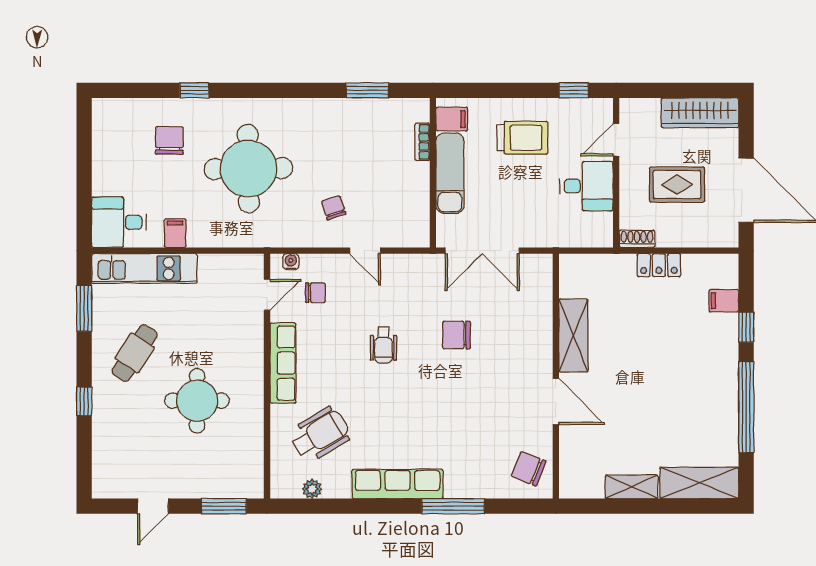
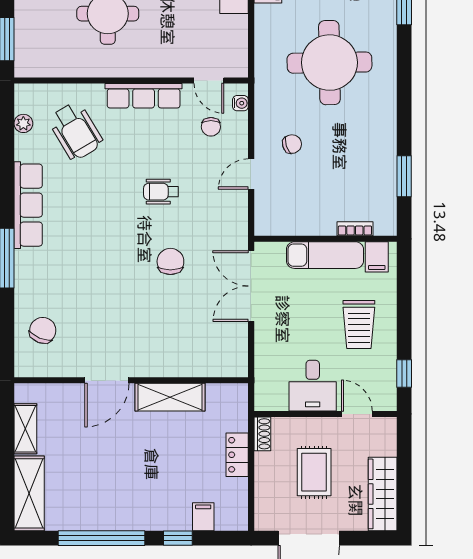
shelving: (573, 335) -> (170, 397), moved
wall: (556, 376) -> (131, 380), moved
door: (556, 402) -> (107, 380), moved

